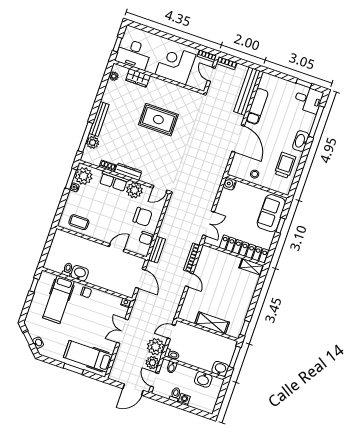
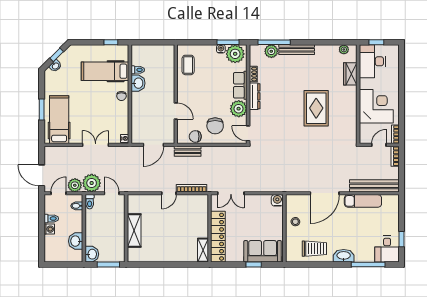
window: (245, 328) -> (140, 265), removed

